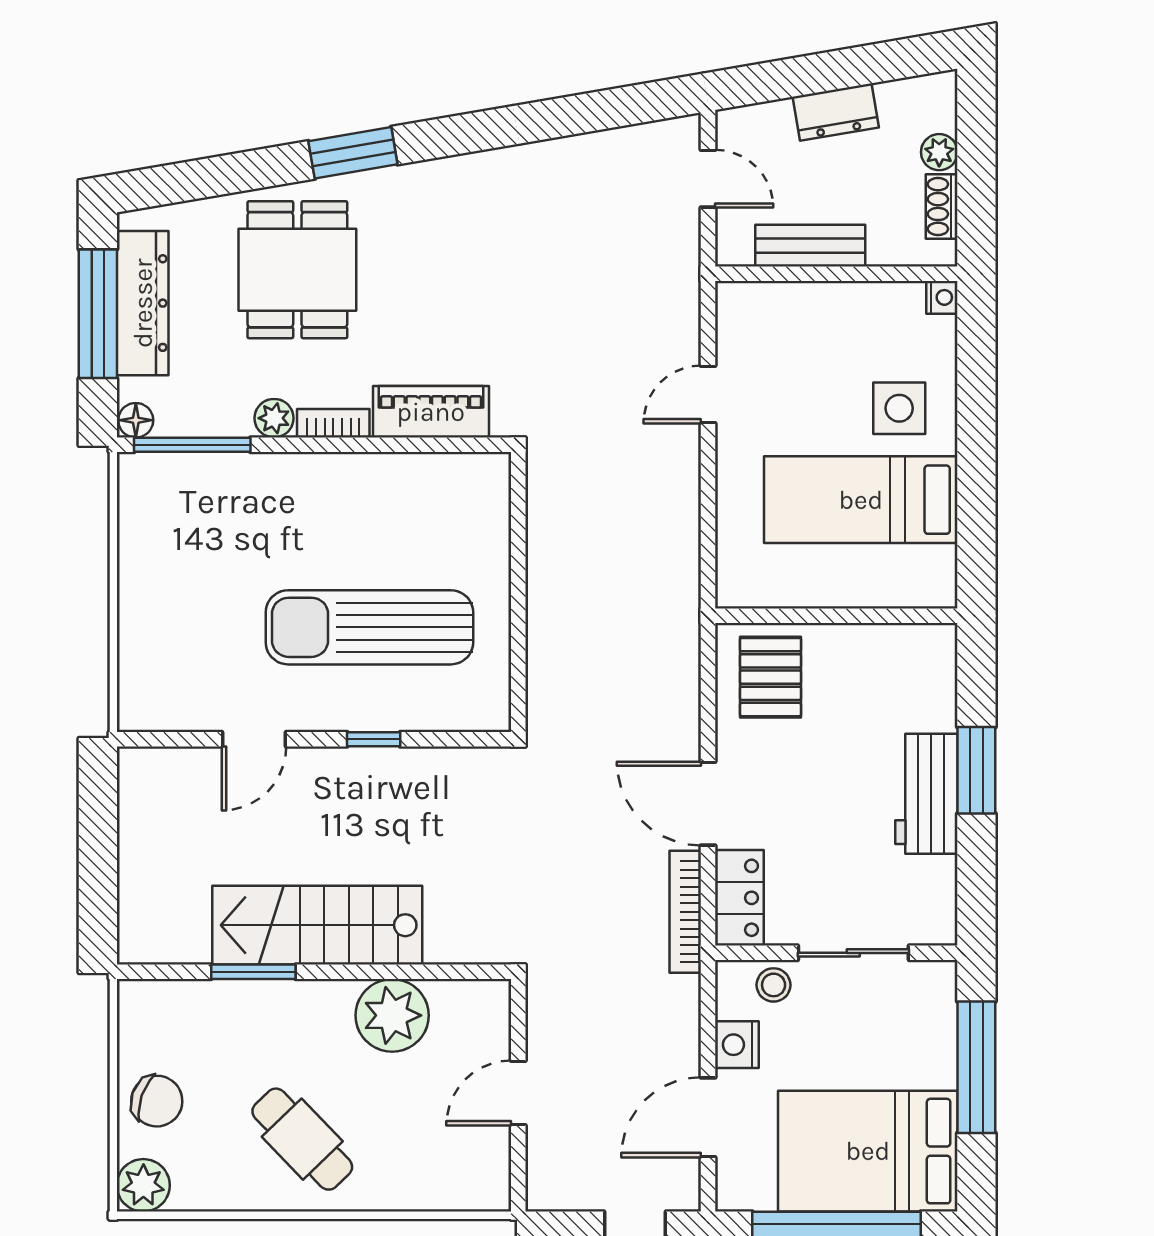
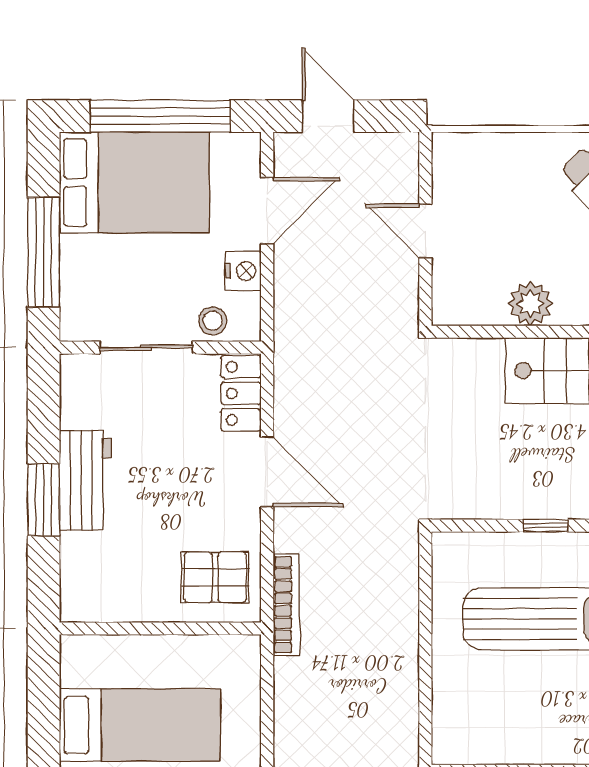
pallet: (771, 677) -> (215, 577), turned 90
bookcase: (685, 912) -> (286, 605), moved
plant: (392, 1015) -> (530, 304), width x0.73, depth x0.73
door: (518, 1093) -> (425, 231), swing flipped

